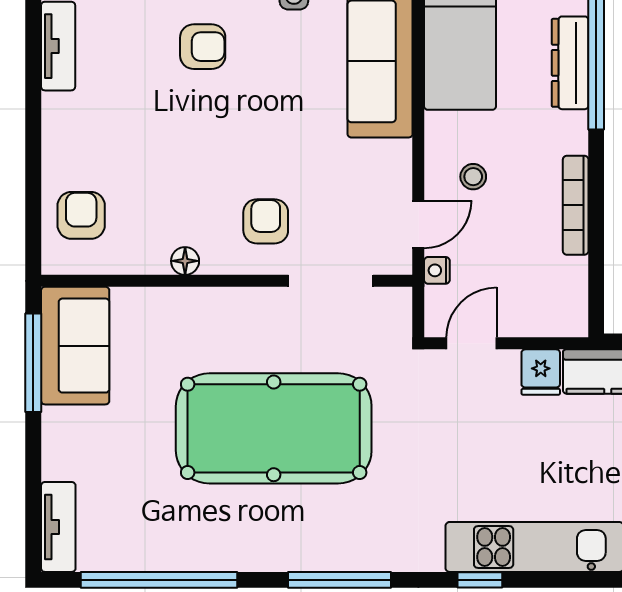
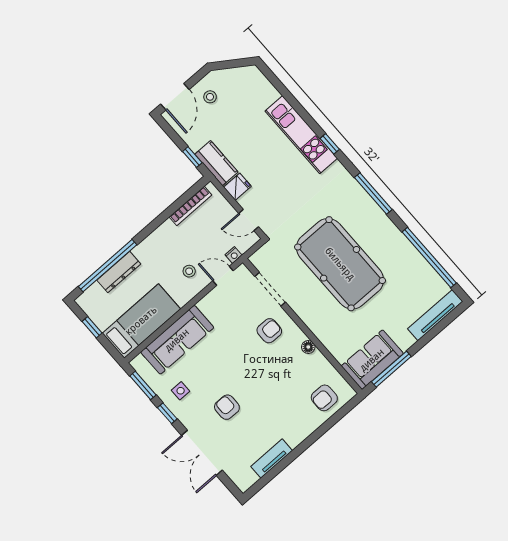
bookcase: (576, 205) -> (190, 206), moved
armchair: (266, 221) -> (269, 331), turned 180
tv unit: (58, 527) -> (435, 315), width x1.41

